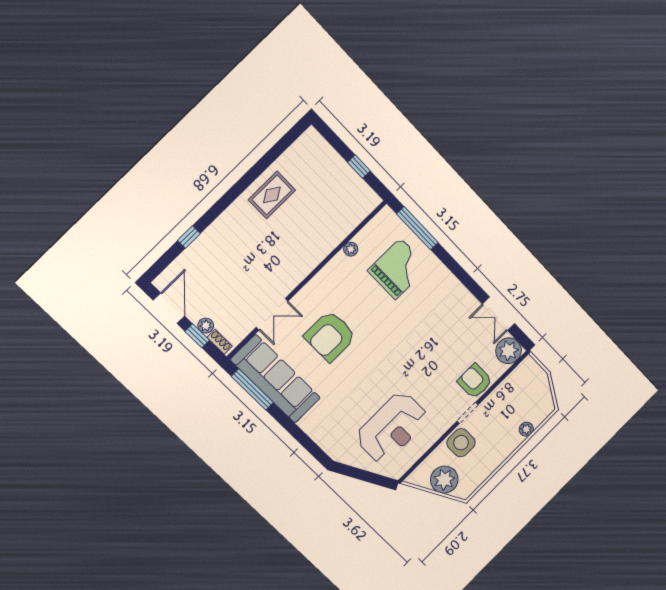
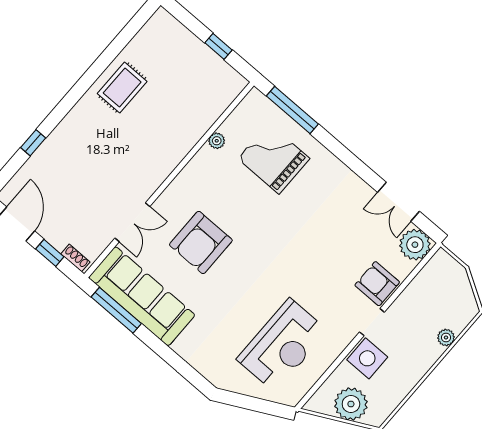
grand piano: (398, 269) -> (274, 159), turned -90
plant: (206, 326) -> (59, 241), removed

